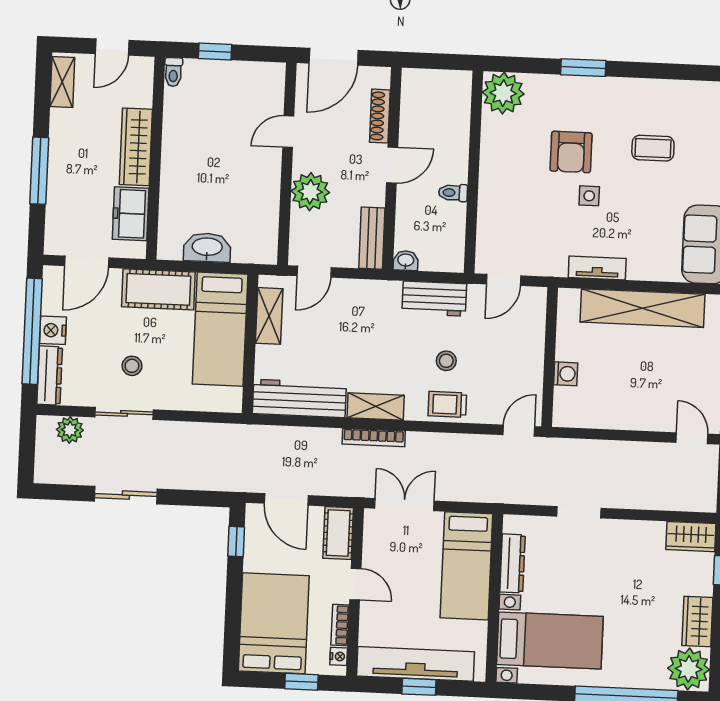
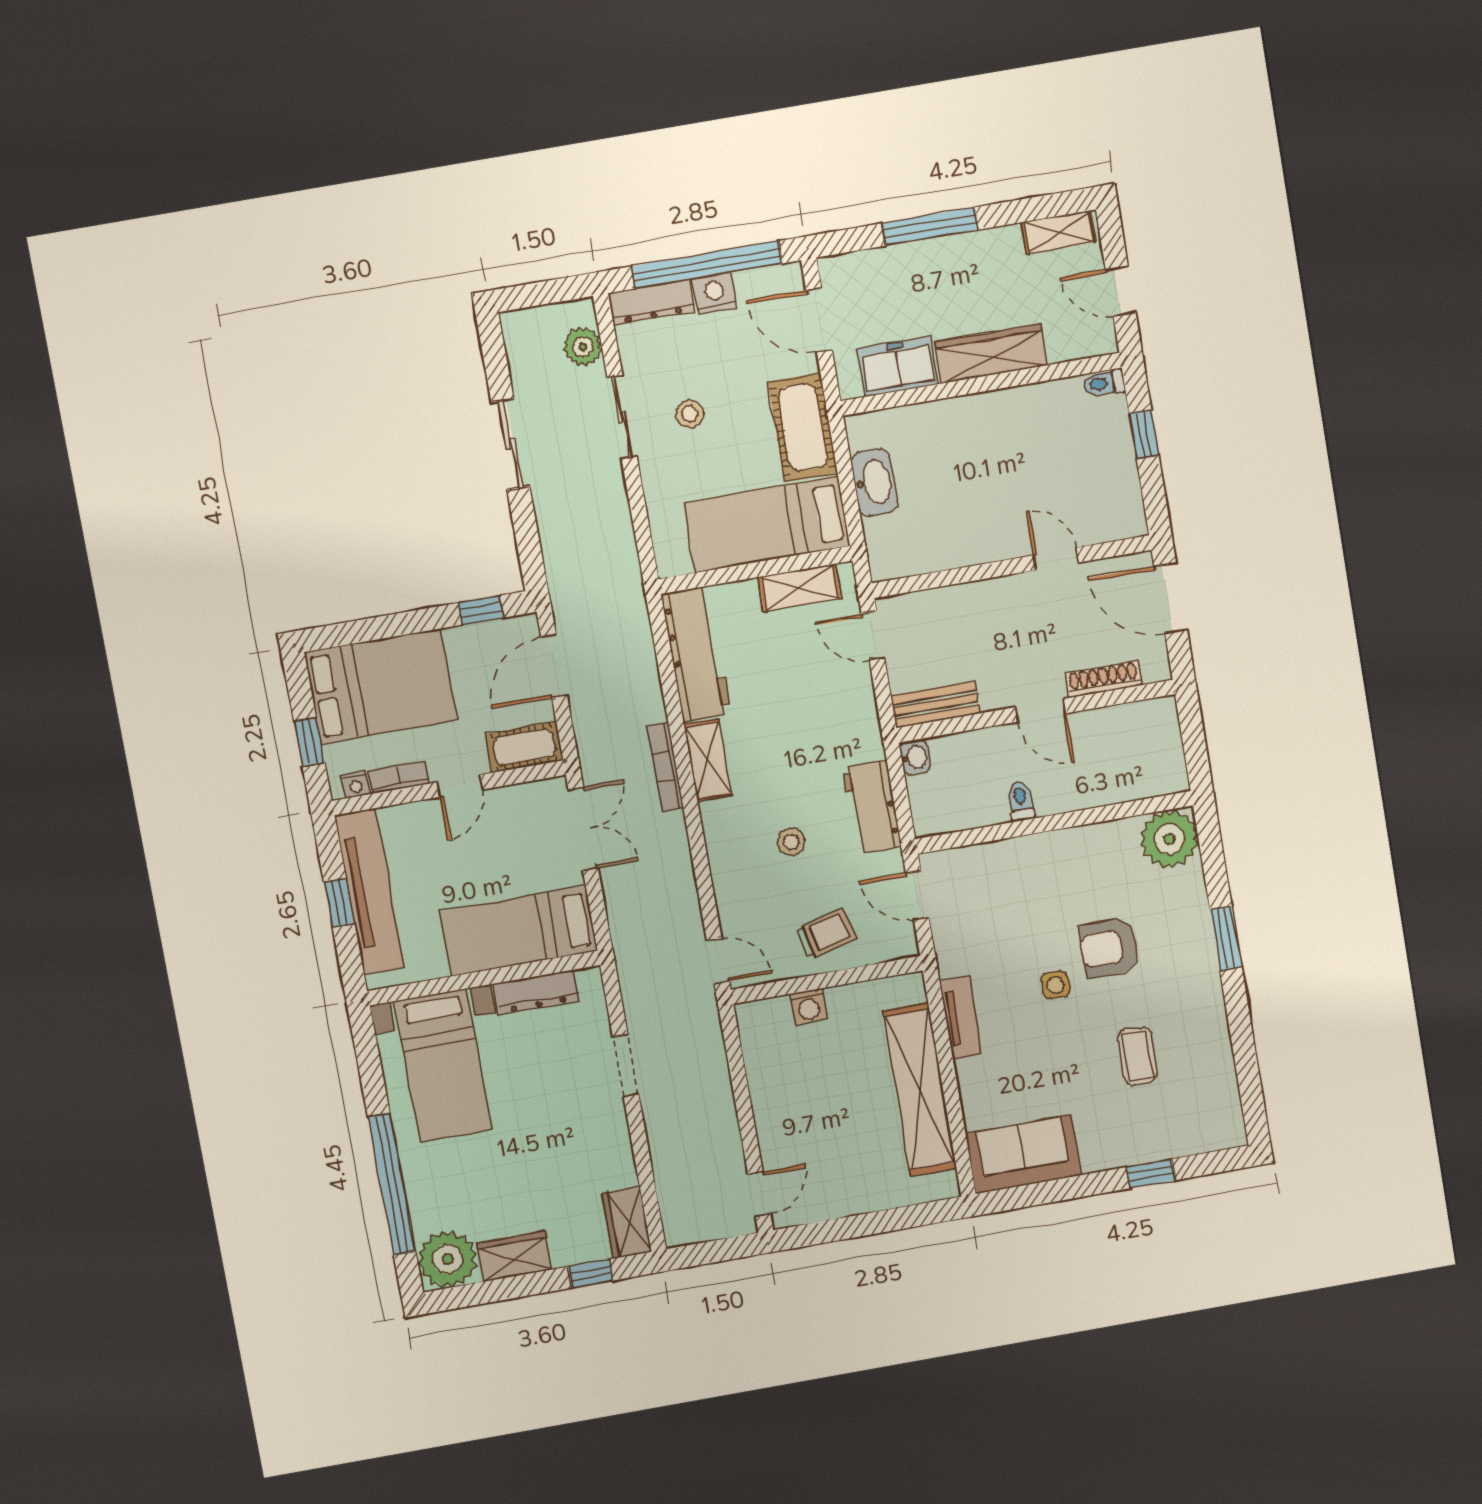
plant: (310, 192) -> (981, 607), removed
trolley: (447, 404) -> (826, 934), moved, turned 76

